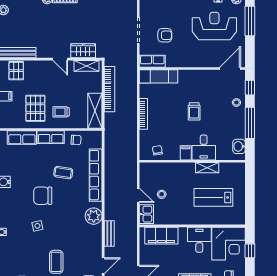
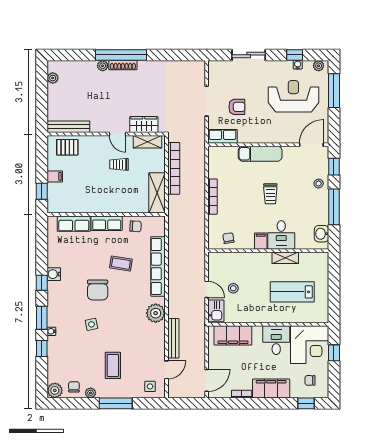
pallet: (16, 71) -> (67, 147), turned 90
exam couch: (159, 76) -> (260, 154), moved
pallet: (35, 108) -> (89, 190), removed
trolley: (61, 112) -> (119, 164), moved
chair: (43, 196) -> (98, 290), turned -90
bench: (109, 233) -> (173, 338), width x1.36

